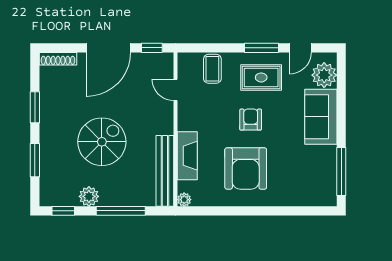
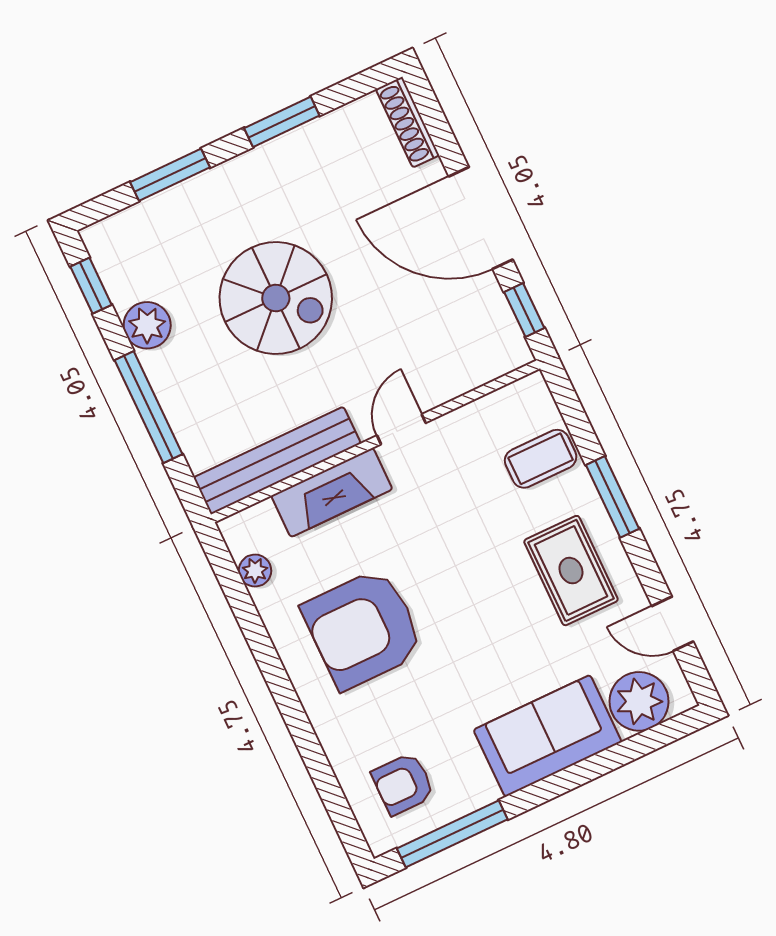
window: (262, 48) -> (613, 497), moved
door: (176, 90) -> (401, 429), moved
armchair: (251, 120) -> (403, 784), moved, turned 180
plant: (184, 200) -> (255, 571), moved

